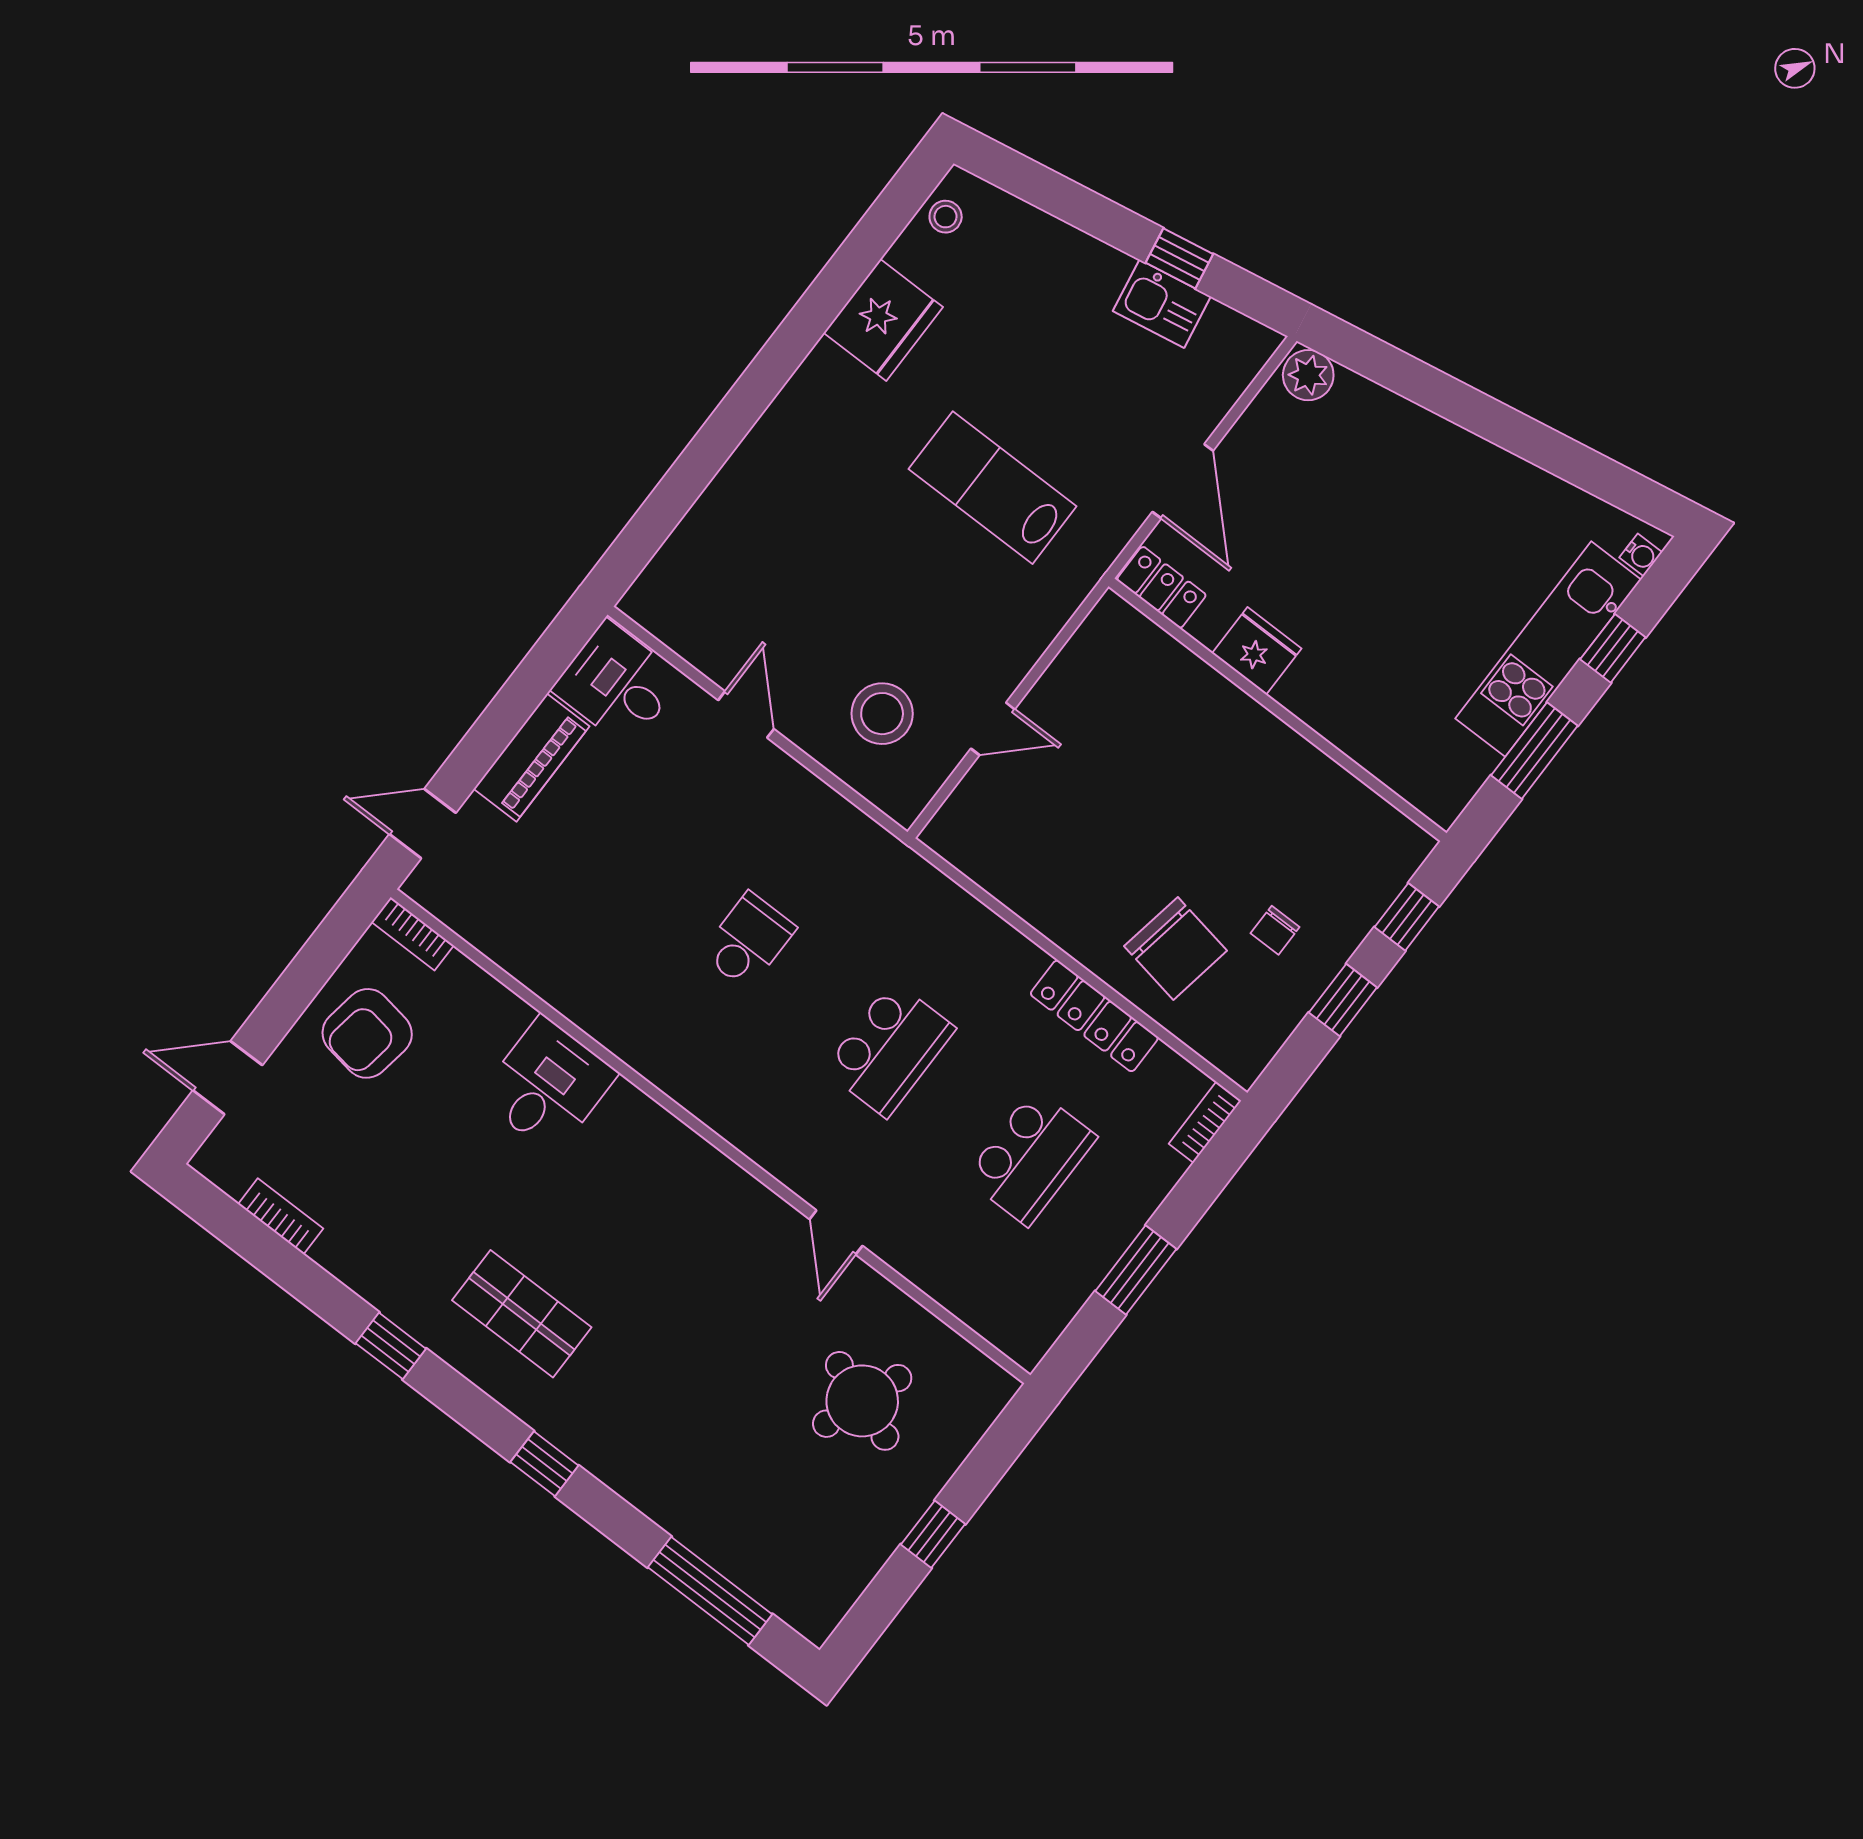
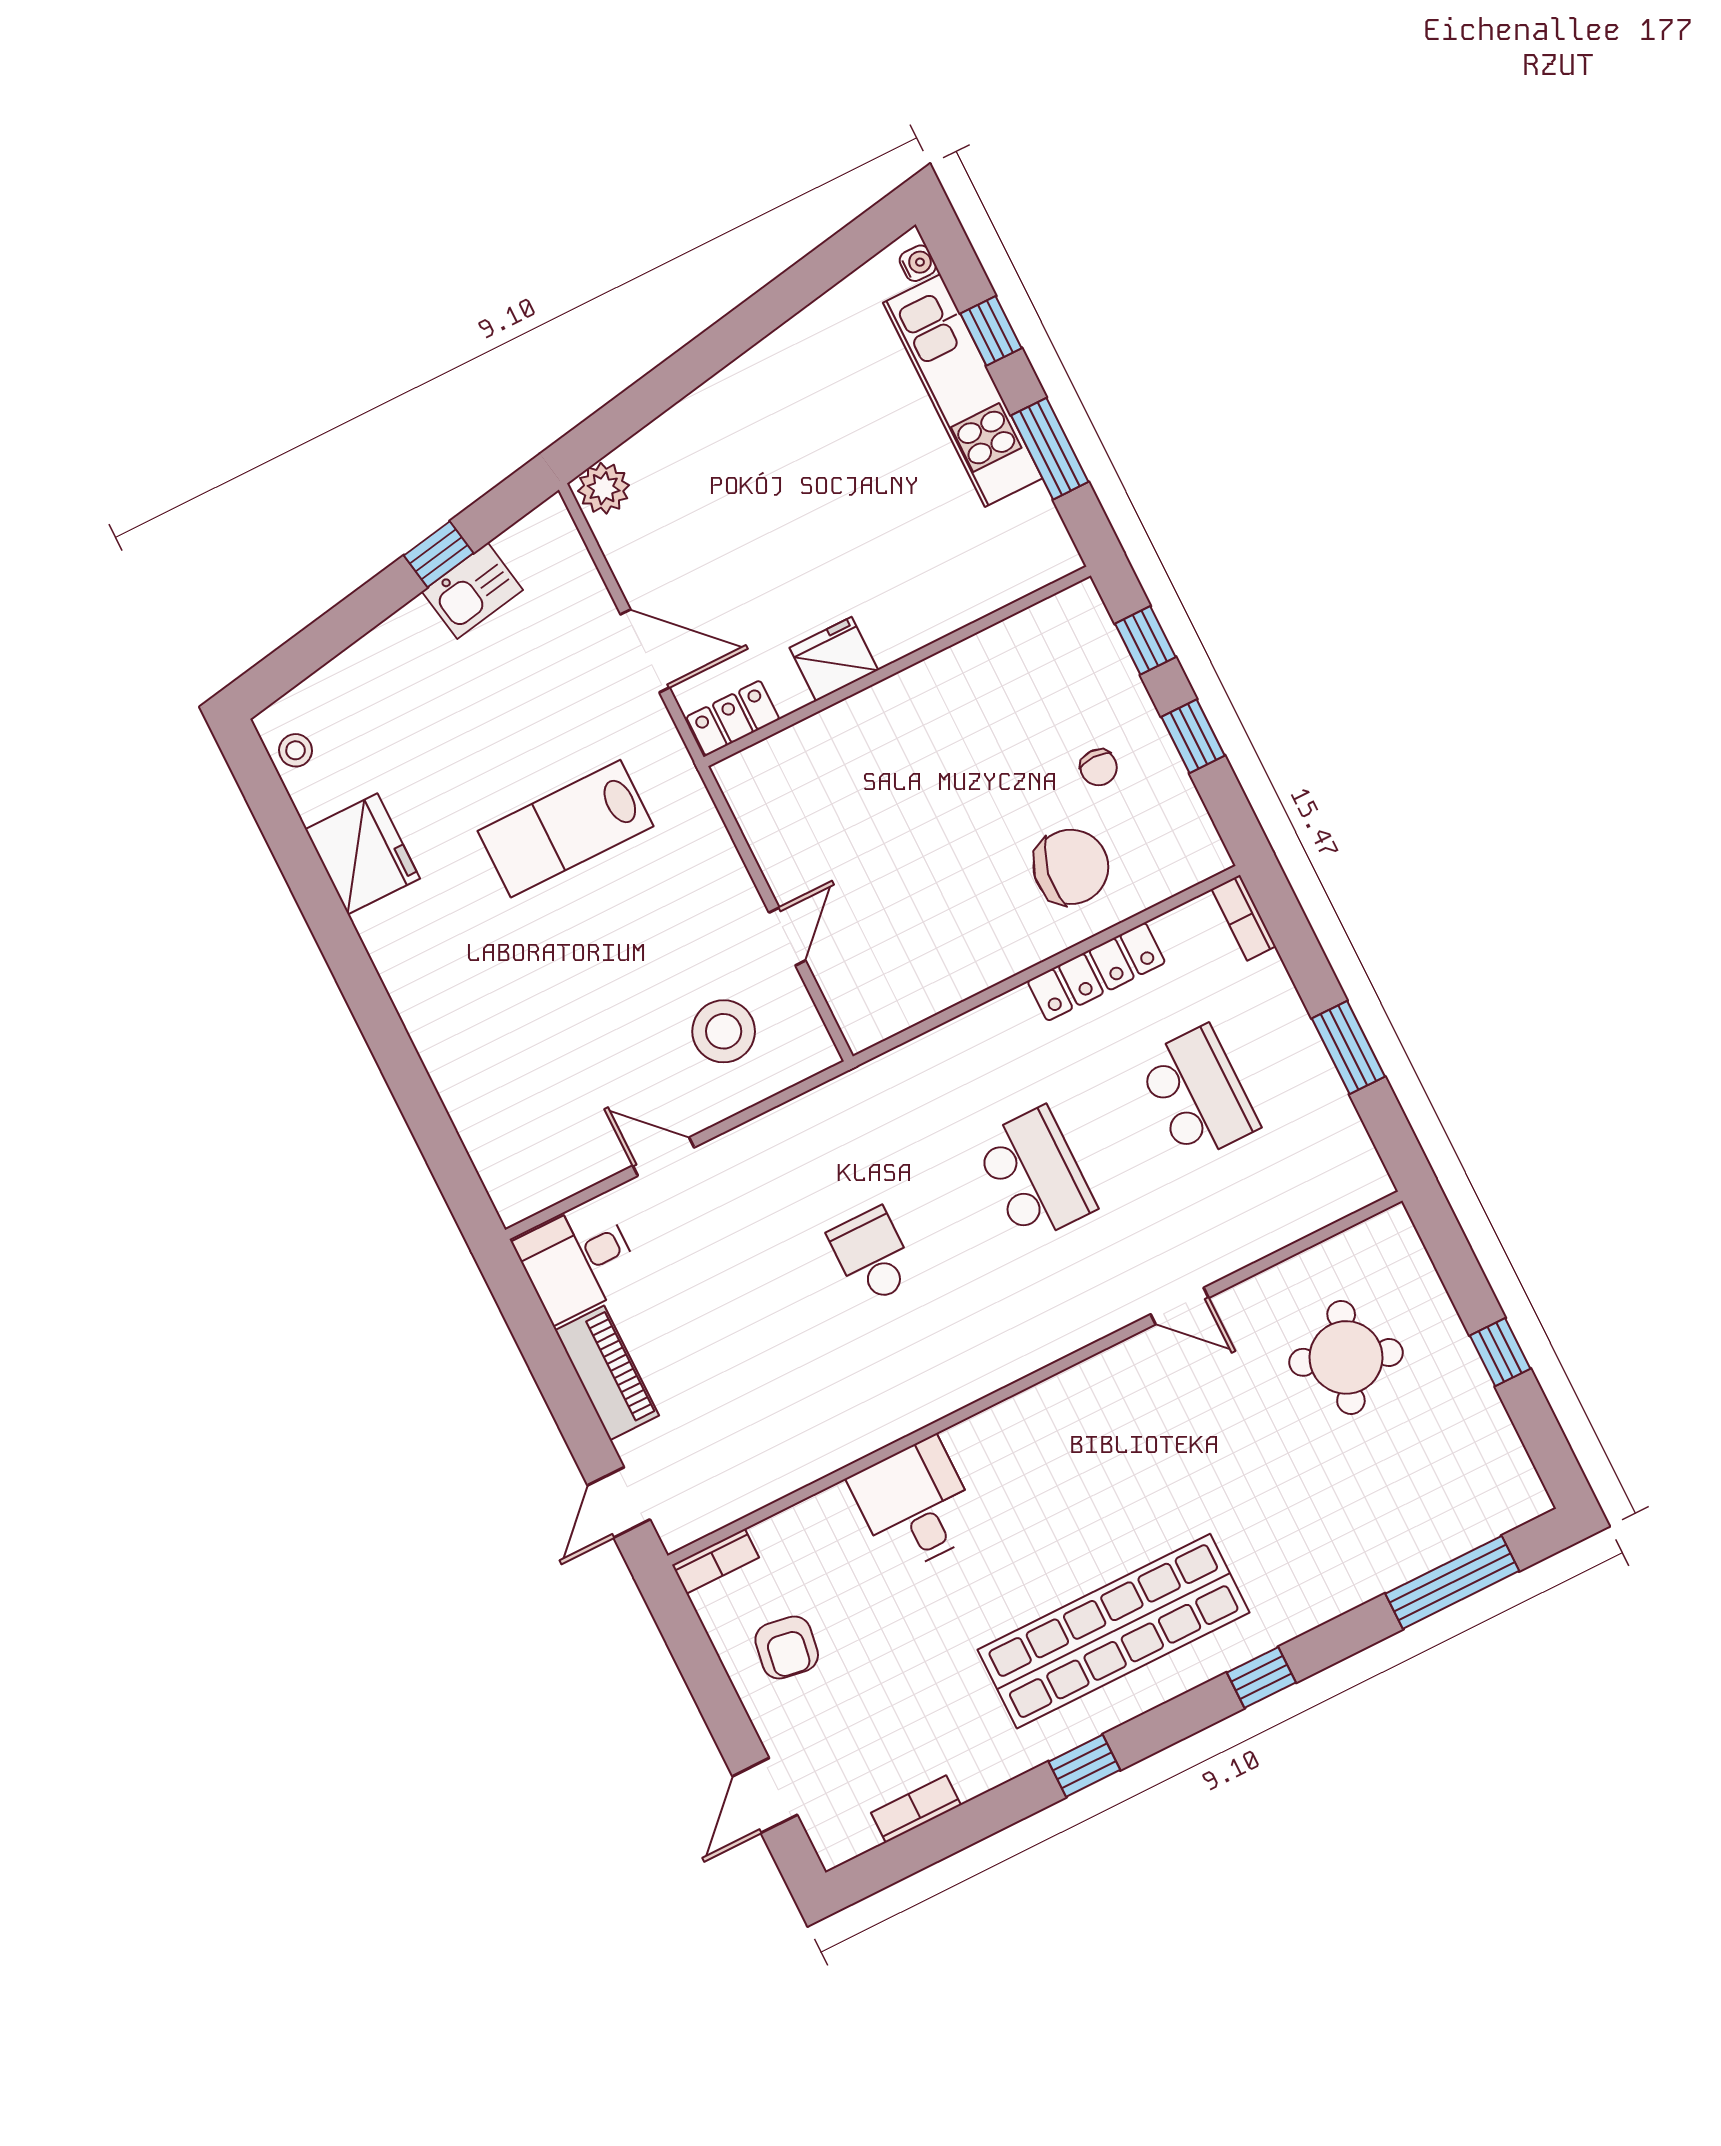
armchair: (367, 1033) -> (787, 1647), width x0.72, depth x0.72
shop shelf: (522, 1314) -> (1113, 1631), width x2.00, depth x1.36

